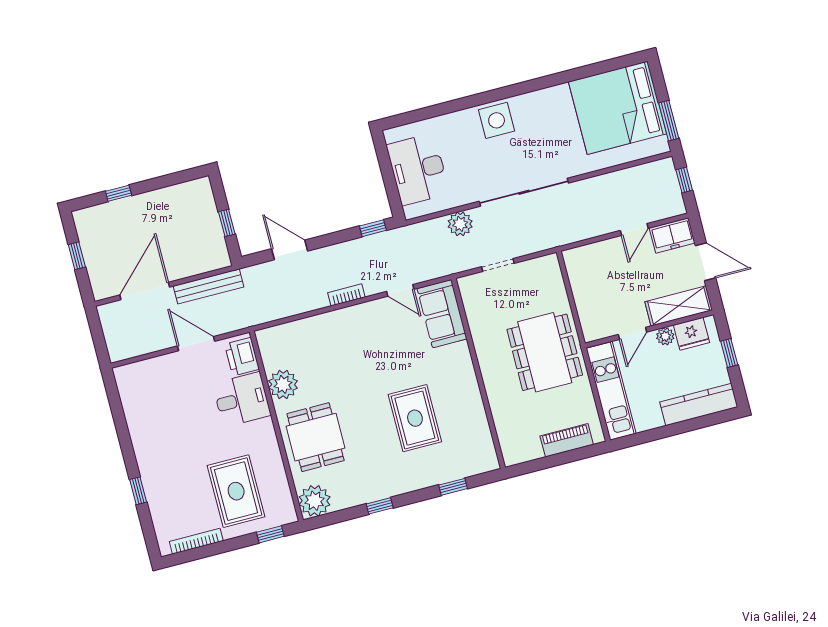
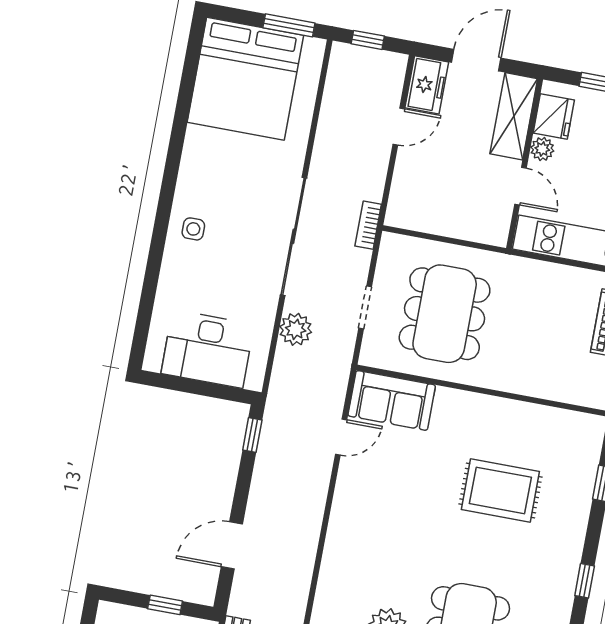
side table: (497, 120) -> (193, 229), width x0.54, depth x0.54
door: (634, 229) -> (399, 126), hinge flipped
bookcase: (346, 295) -> (368, 225), moved
dining table: (545, 352) -> (445, 314), moved, turned 90

